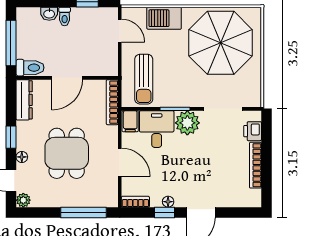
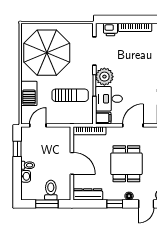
window: (11, 43) -> (47, 204), width x0.69
toilet: (30, 68) -> (51, 190), moved
sun lounger: (144, 79) -> (70, 95), moved
dining table: (67, 153) -> (126, 164), turned 90

